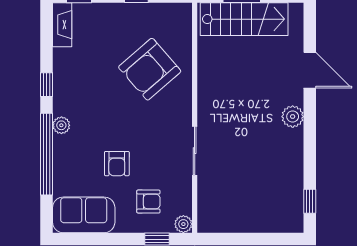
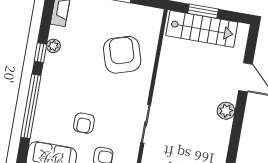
armchair: (150, 69) -> (122, 55), turned 114
plant: (61, 125) -> (53, 46), moved

